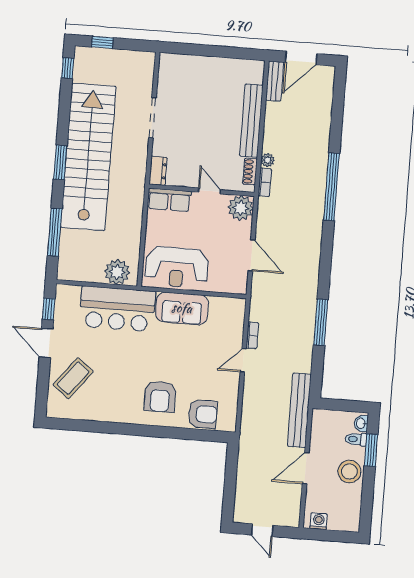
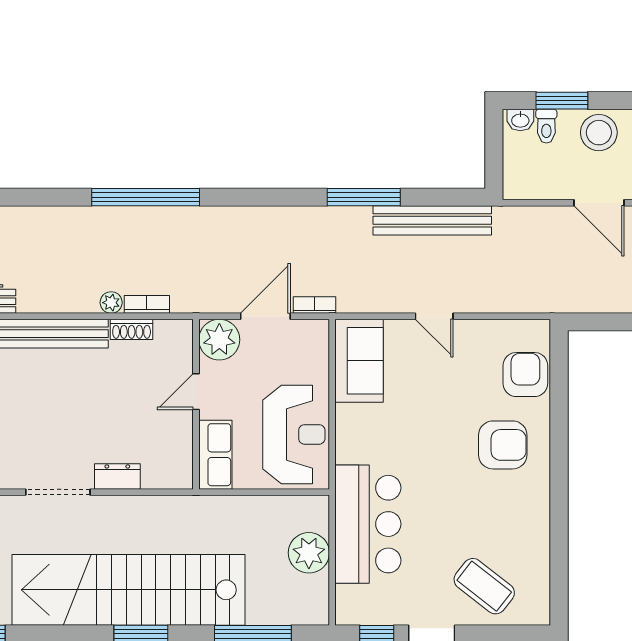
dresser: (158, 171) -> (117, 476), moved
wall: (202, 190) -> (196, 404), moved
door: (209, 191) -> (196, 392), moved
row of seats: (169, 200) -> (215, 455), moved
plant: (241, 208) -> (219, 340), moved
plant: (117, 272) -> (309, 553), moved
sofa: (182, 308) -> (359, 361), moved
bookcase: (252, 335) -> (315, 305), moved
bench: (299, 410) -> (432, 220), moved

